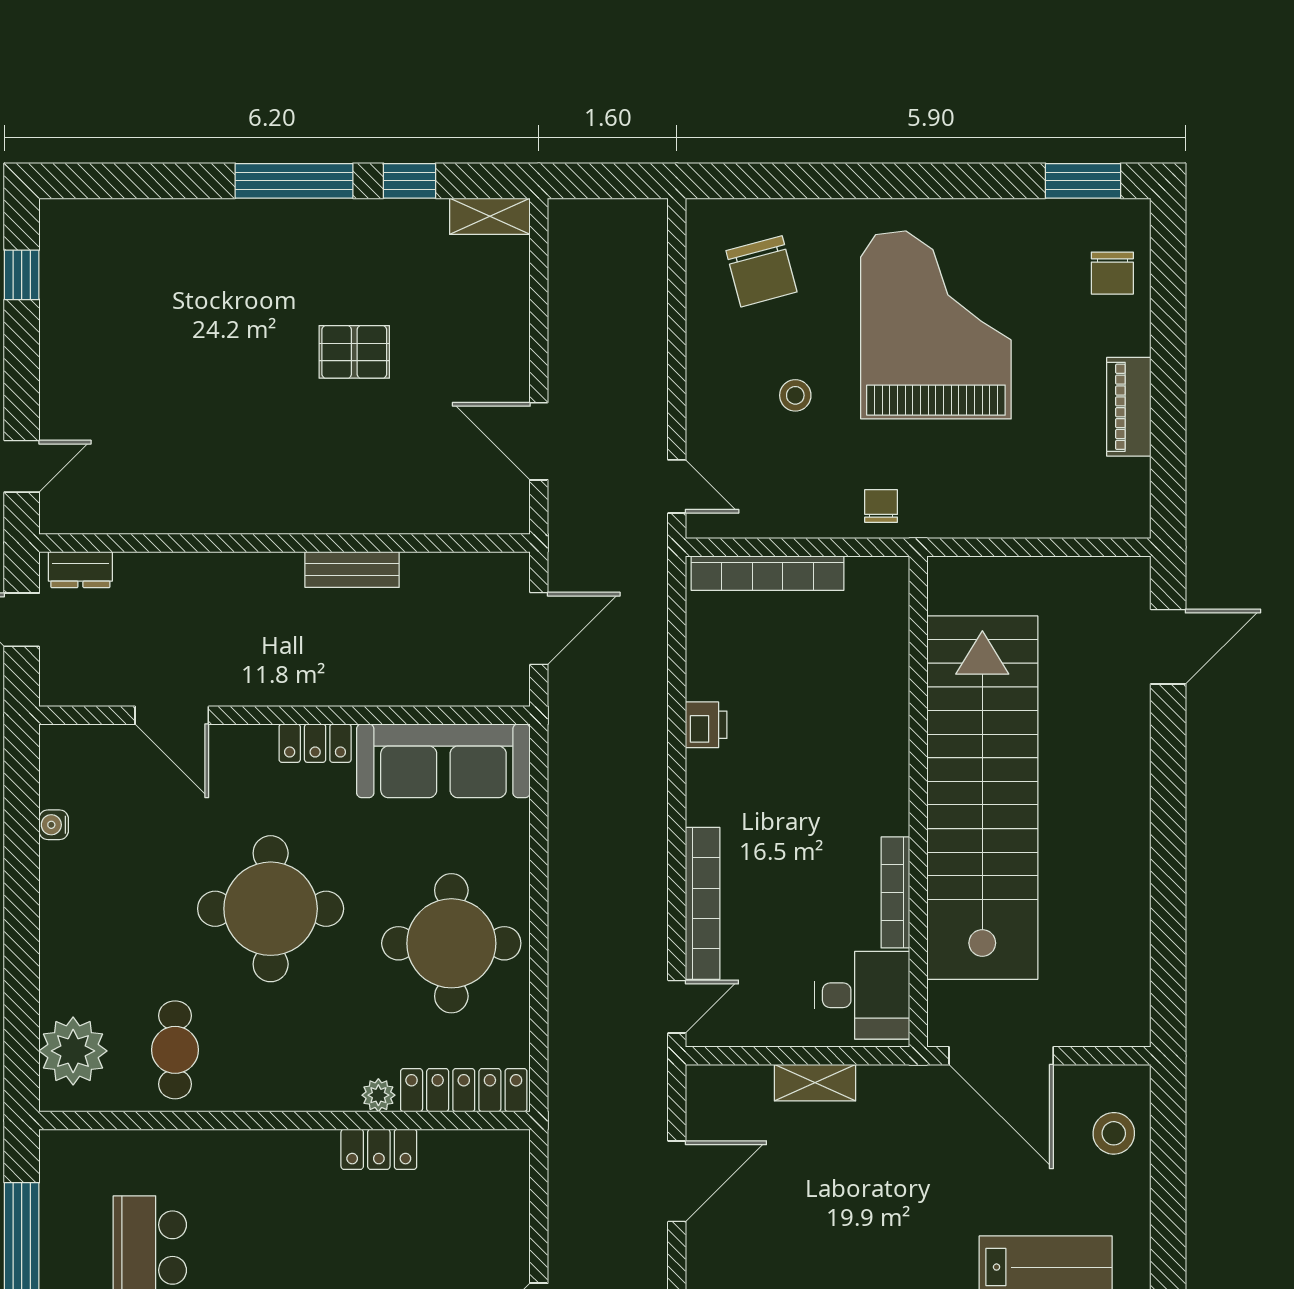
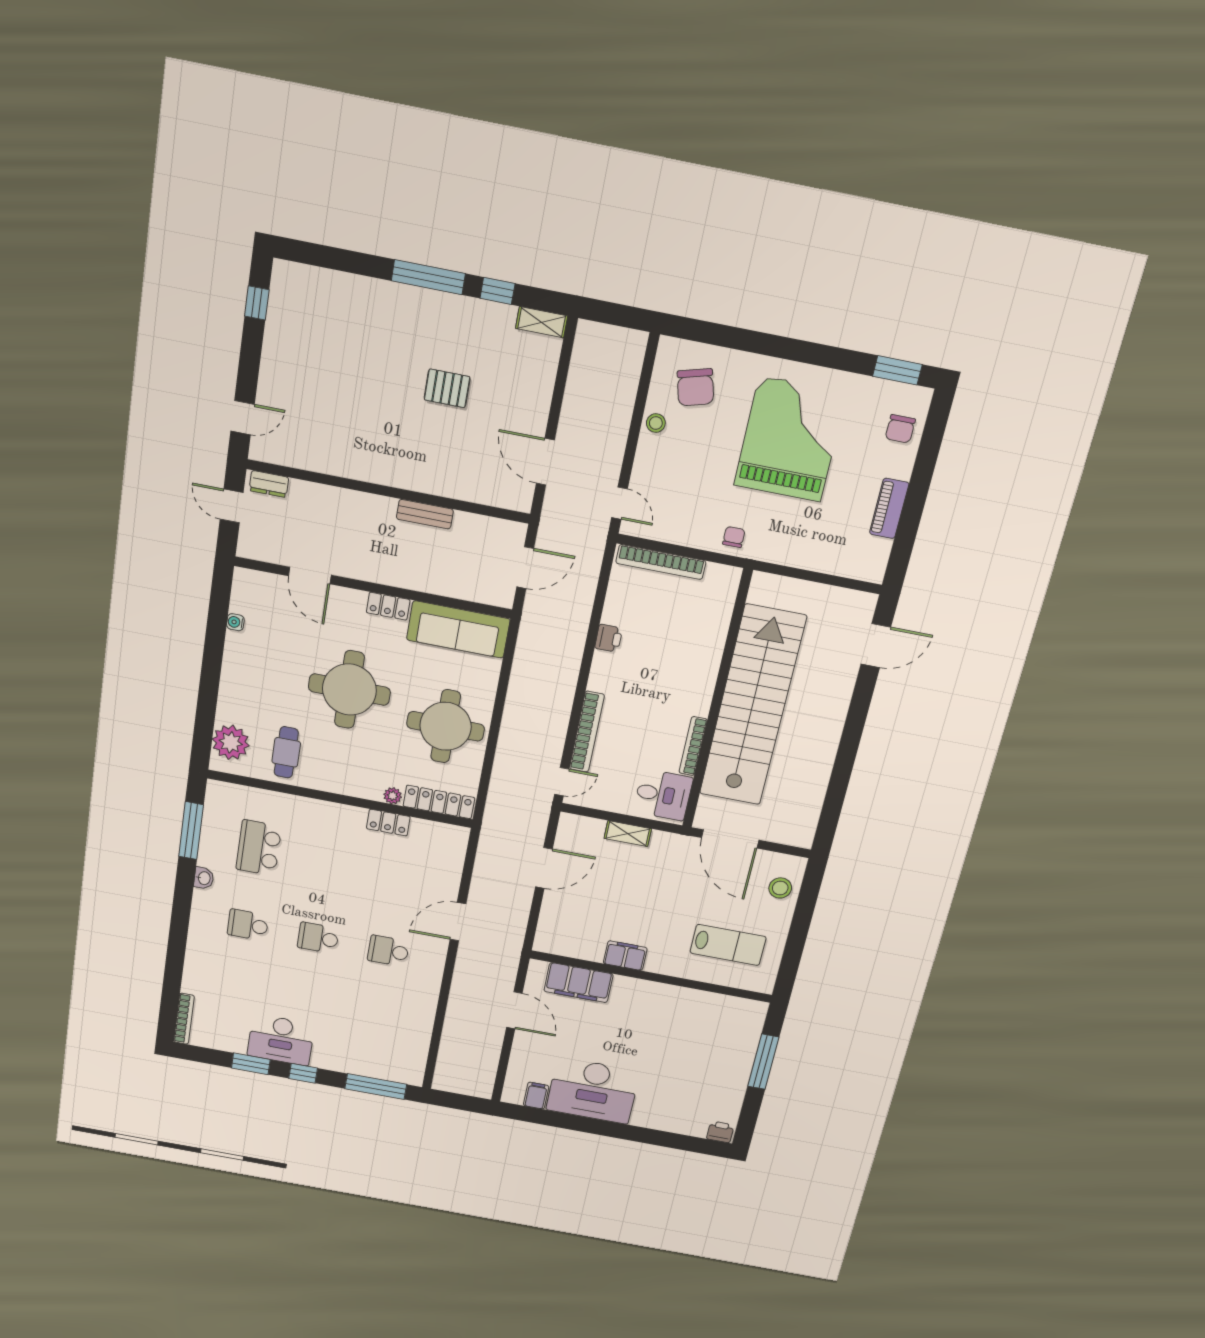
stool: (795, 395) -> (656, 423), moved

